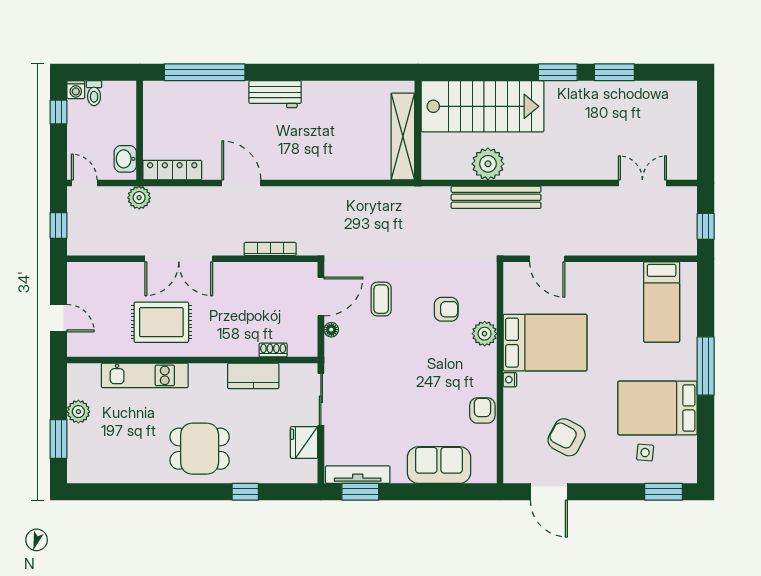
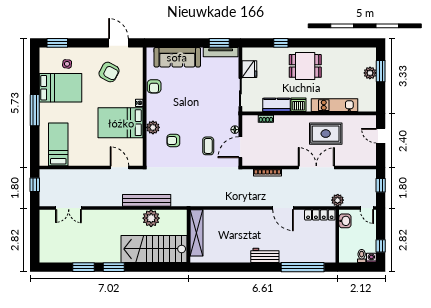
dishwasher: (212, 376) -> (299, 105), added
plant: (78, 412) -> (370, 73), moved
sofa: (439, 465) -> (177, 57), width x1.36

